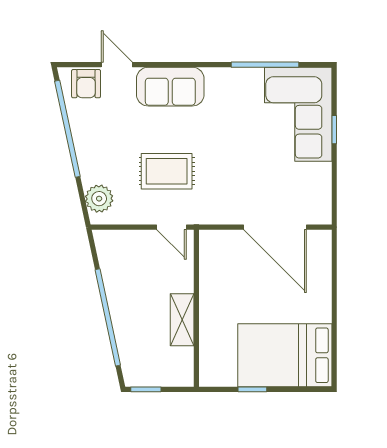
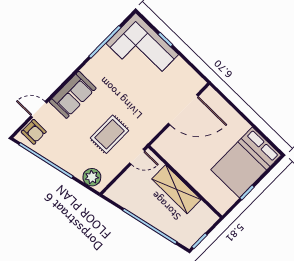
shelving: (182, 320) -> (176, 189), width x1.50, depth x1.33

